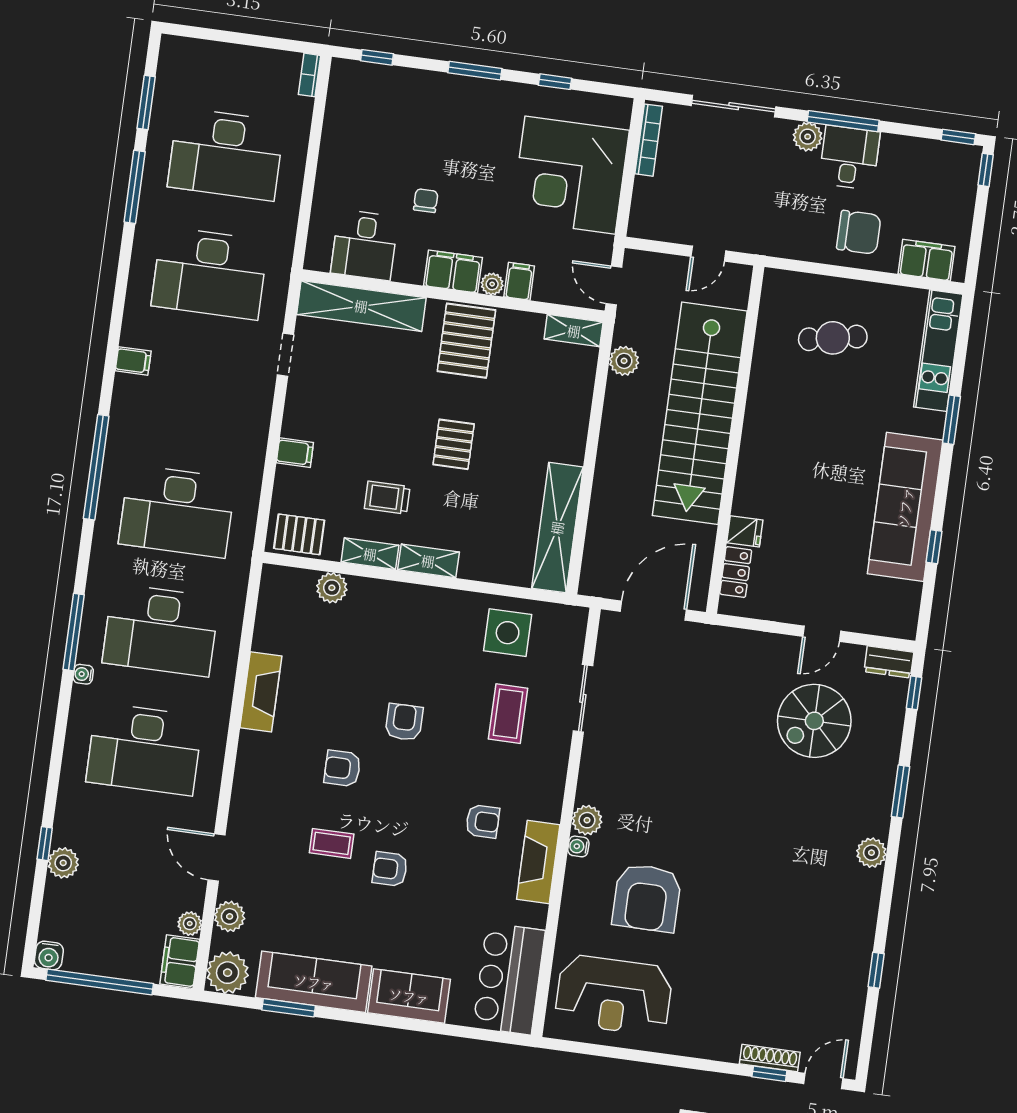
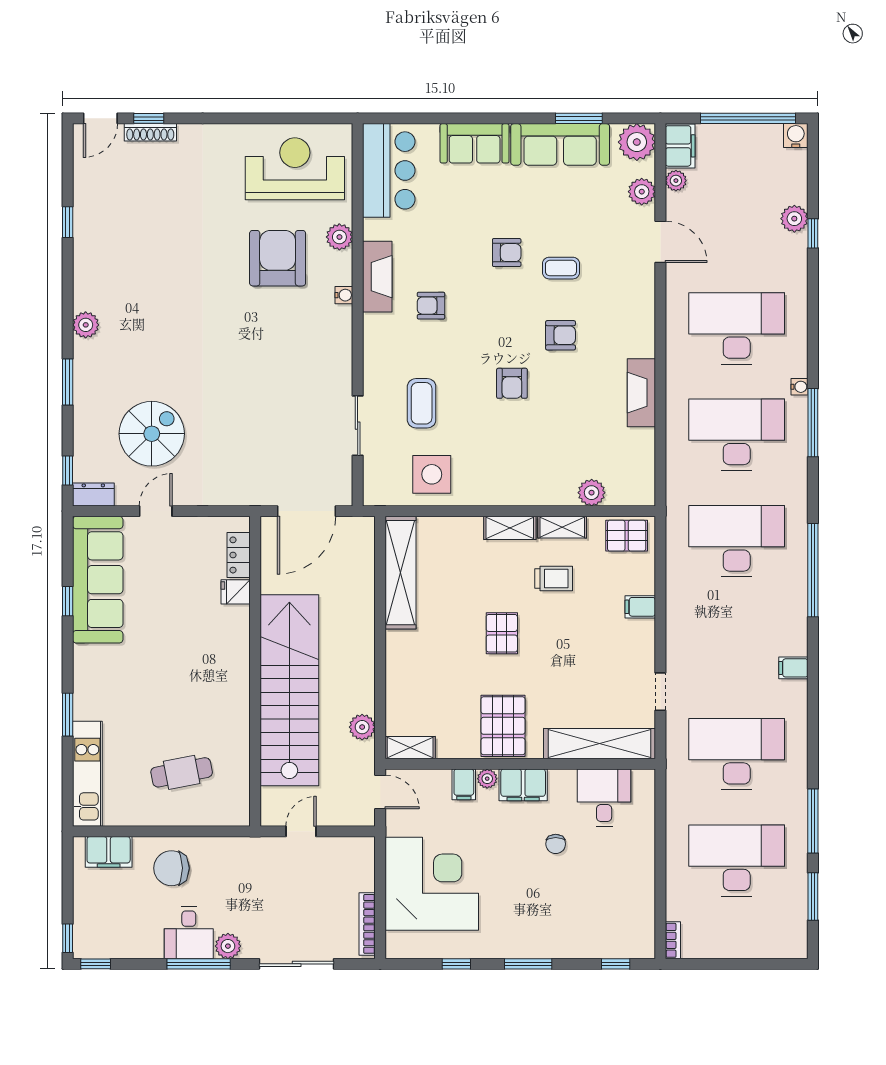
sofa: (905, 507) -> (98, 580), moved
plant: (587, 820) -> (339, 237), moved

